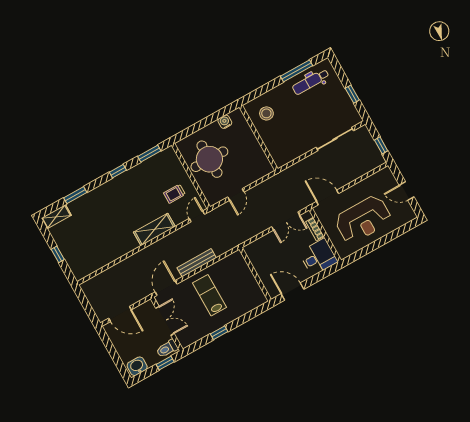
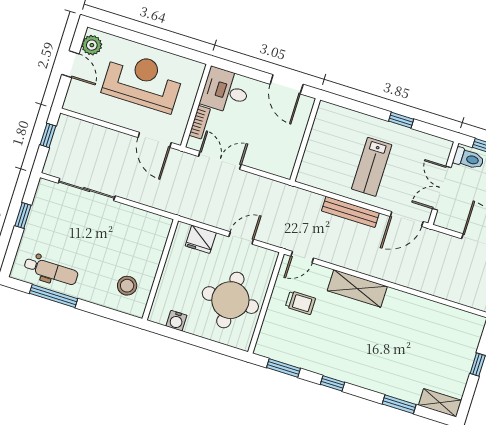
fridge: (255, 173) -> (201, 239), added
plant: (406, 211) -> (92, 45), added

